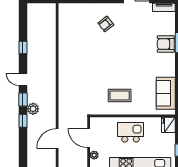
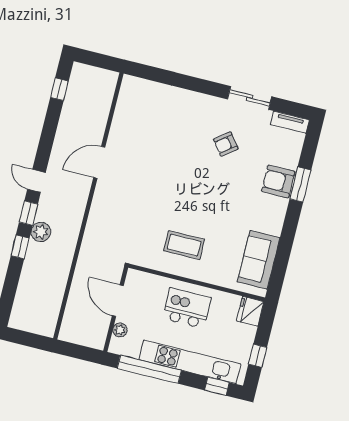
armchair: (106, 24) -> (226, 144), moved
window: (23, 47) -> (59, 89), moved
door: (57, 139) -> (99, 162), moved

